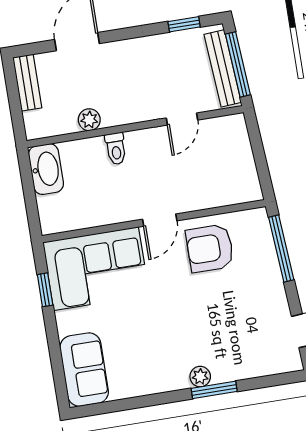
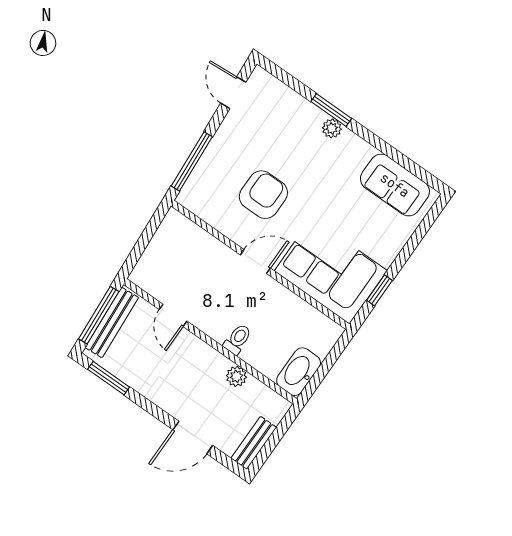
window: (184, 24) -> (109, 378), width x1.50
door: (182, 119) -> (173, 315), swing flipped
armchair: (210, 248) -> (263, 195), moved, turned -90
sofa: (84, 370) -> (395, 185), moved, turned -90

